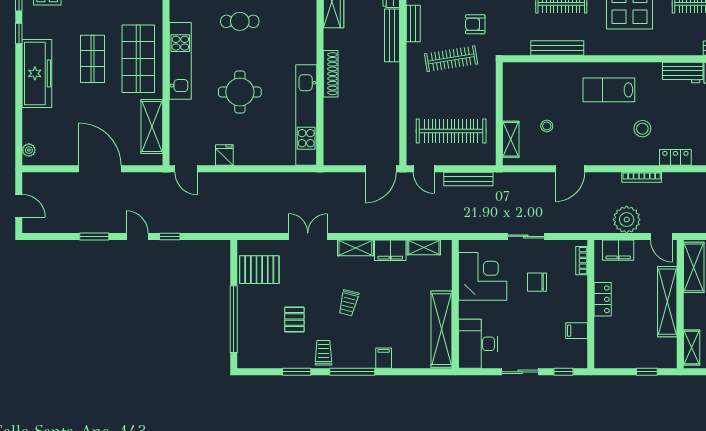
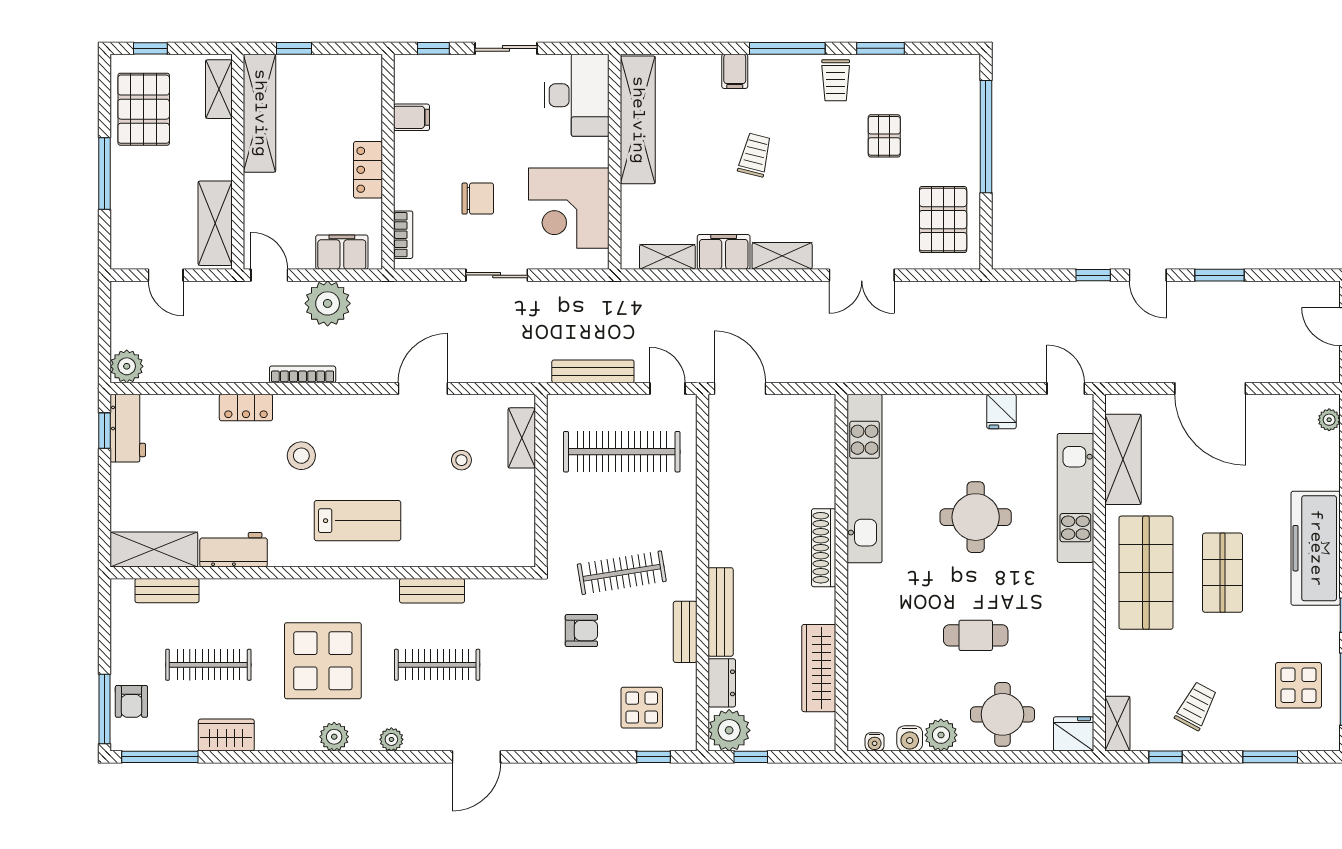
bench: (557, 48) -> (432, 591), width x0.73
kitchen unit: (180, 61) -> (1075, 498), moved
door: (381, 169) -> (740, 388), hinge flipped
pallet: (259, 270) -> (943, 220), turned 90
shelving: (667, 302) -> (260, 113), moved
trolley: (349, 303) -> (755, 155), moved

